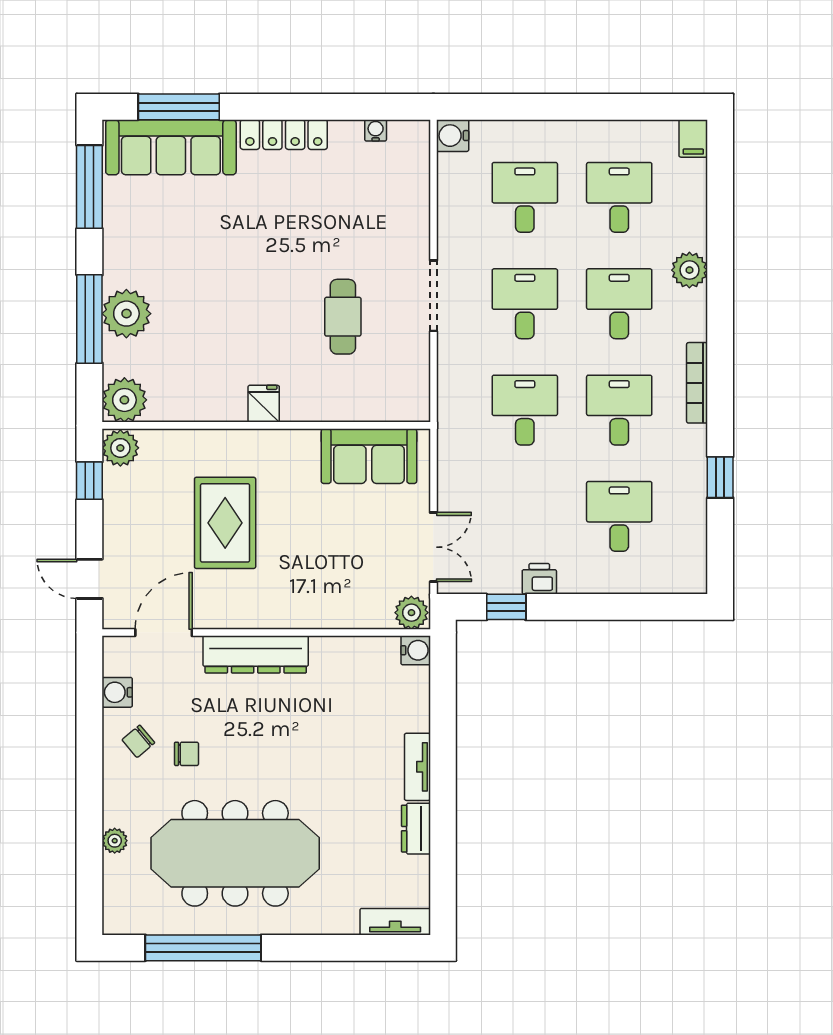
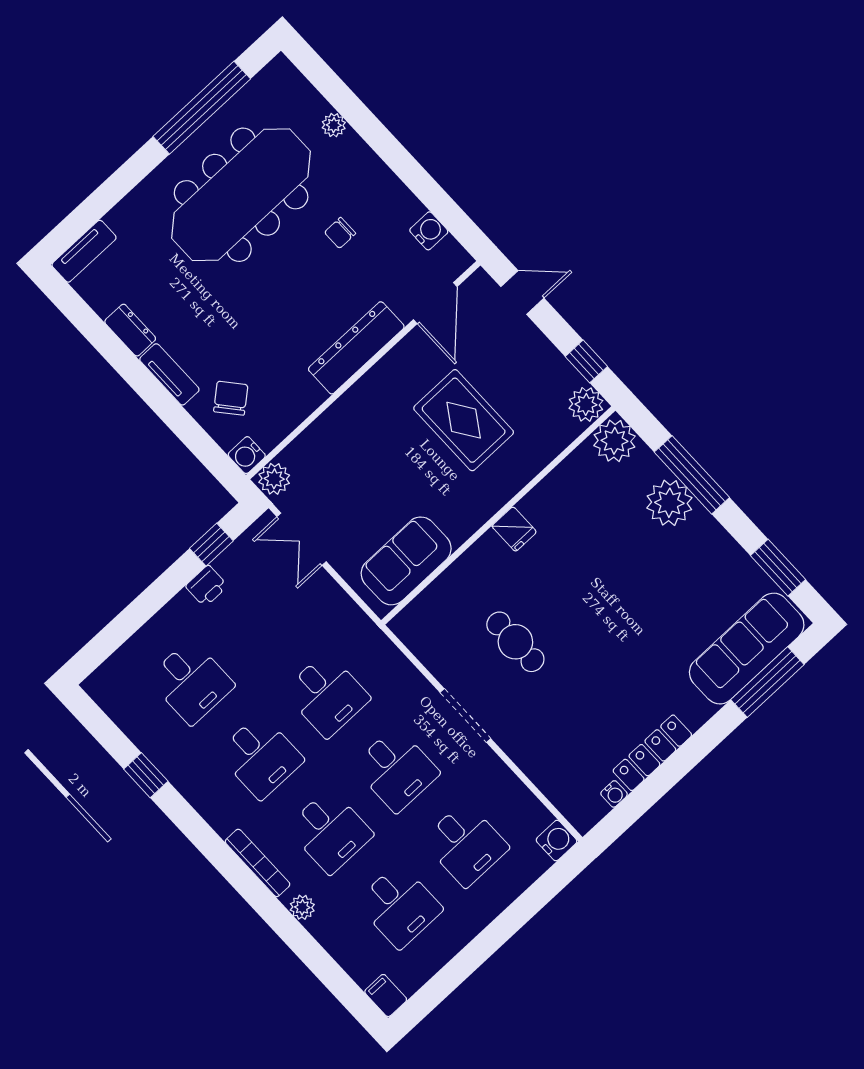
locker: (284, 135) -> (652, 753), moved
window: (89, 187) -> (778, 568), width x0.69
plant: (689, 270) -> (302, 907), width x0.73, depth x0.73
bookcase: (697, 383) -> (258, 863), moved
chair: (138, 741) -> (231, 398), moved, width x1.37, depth x1.37

